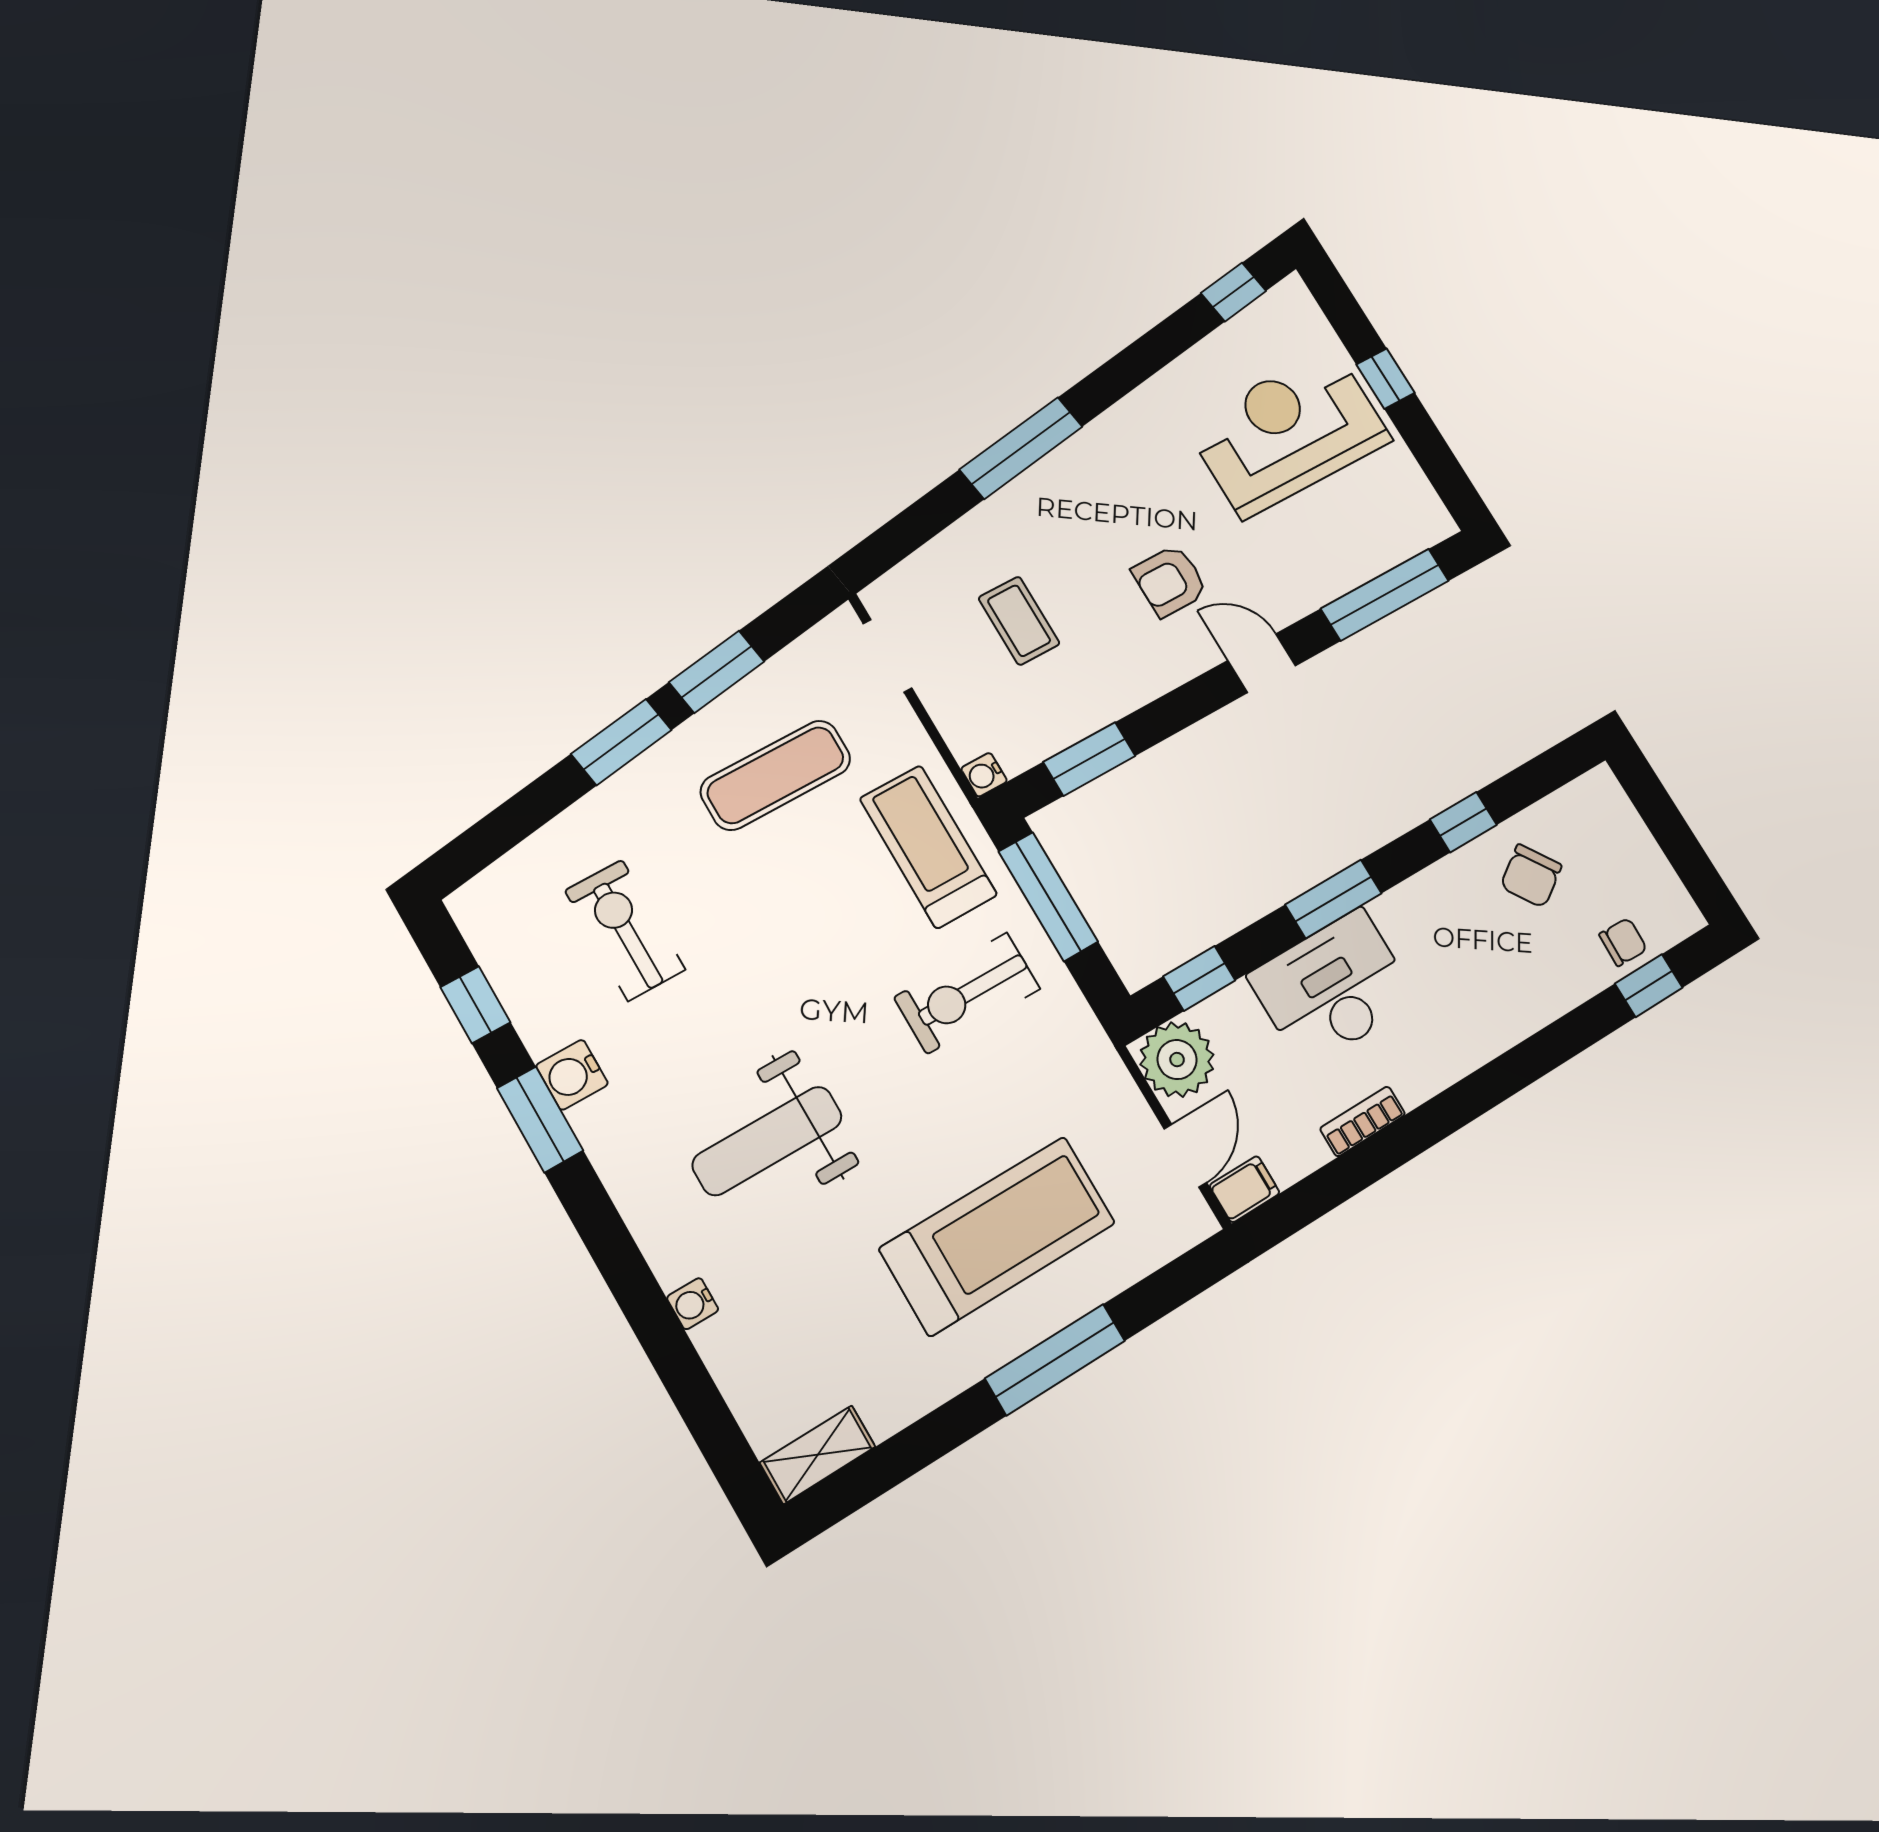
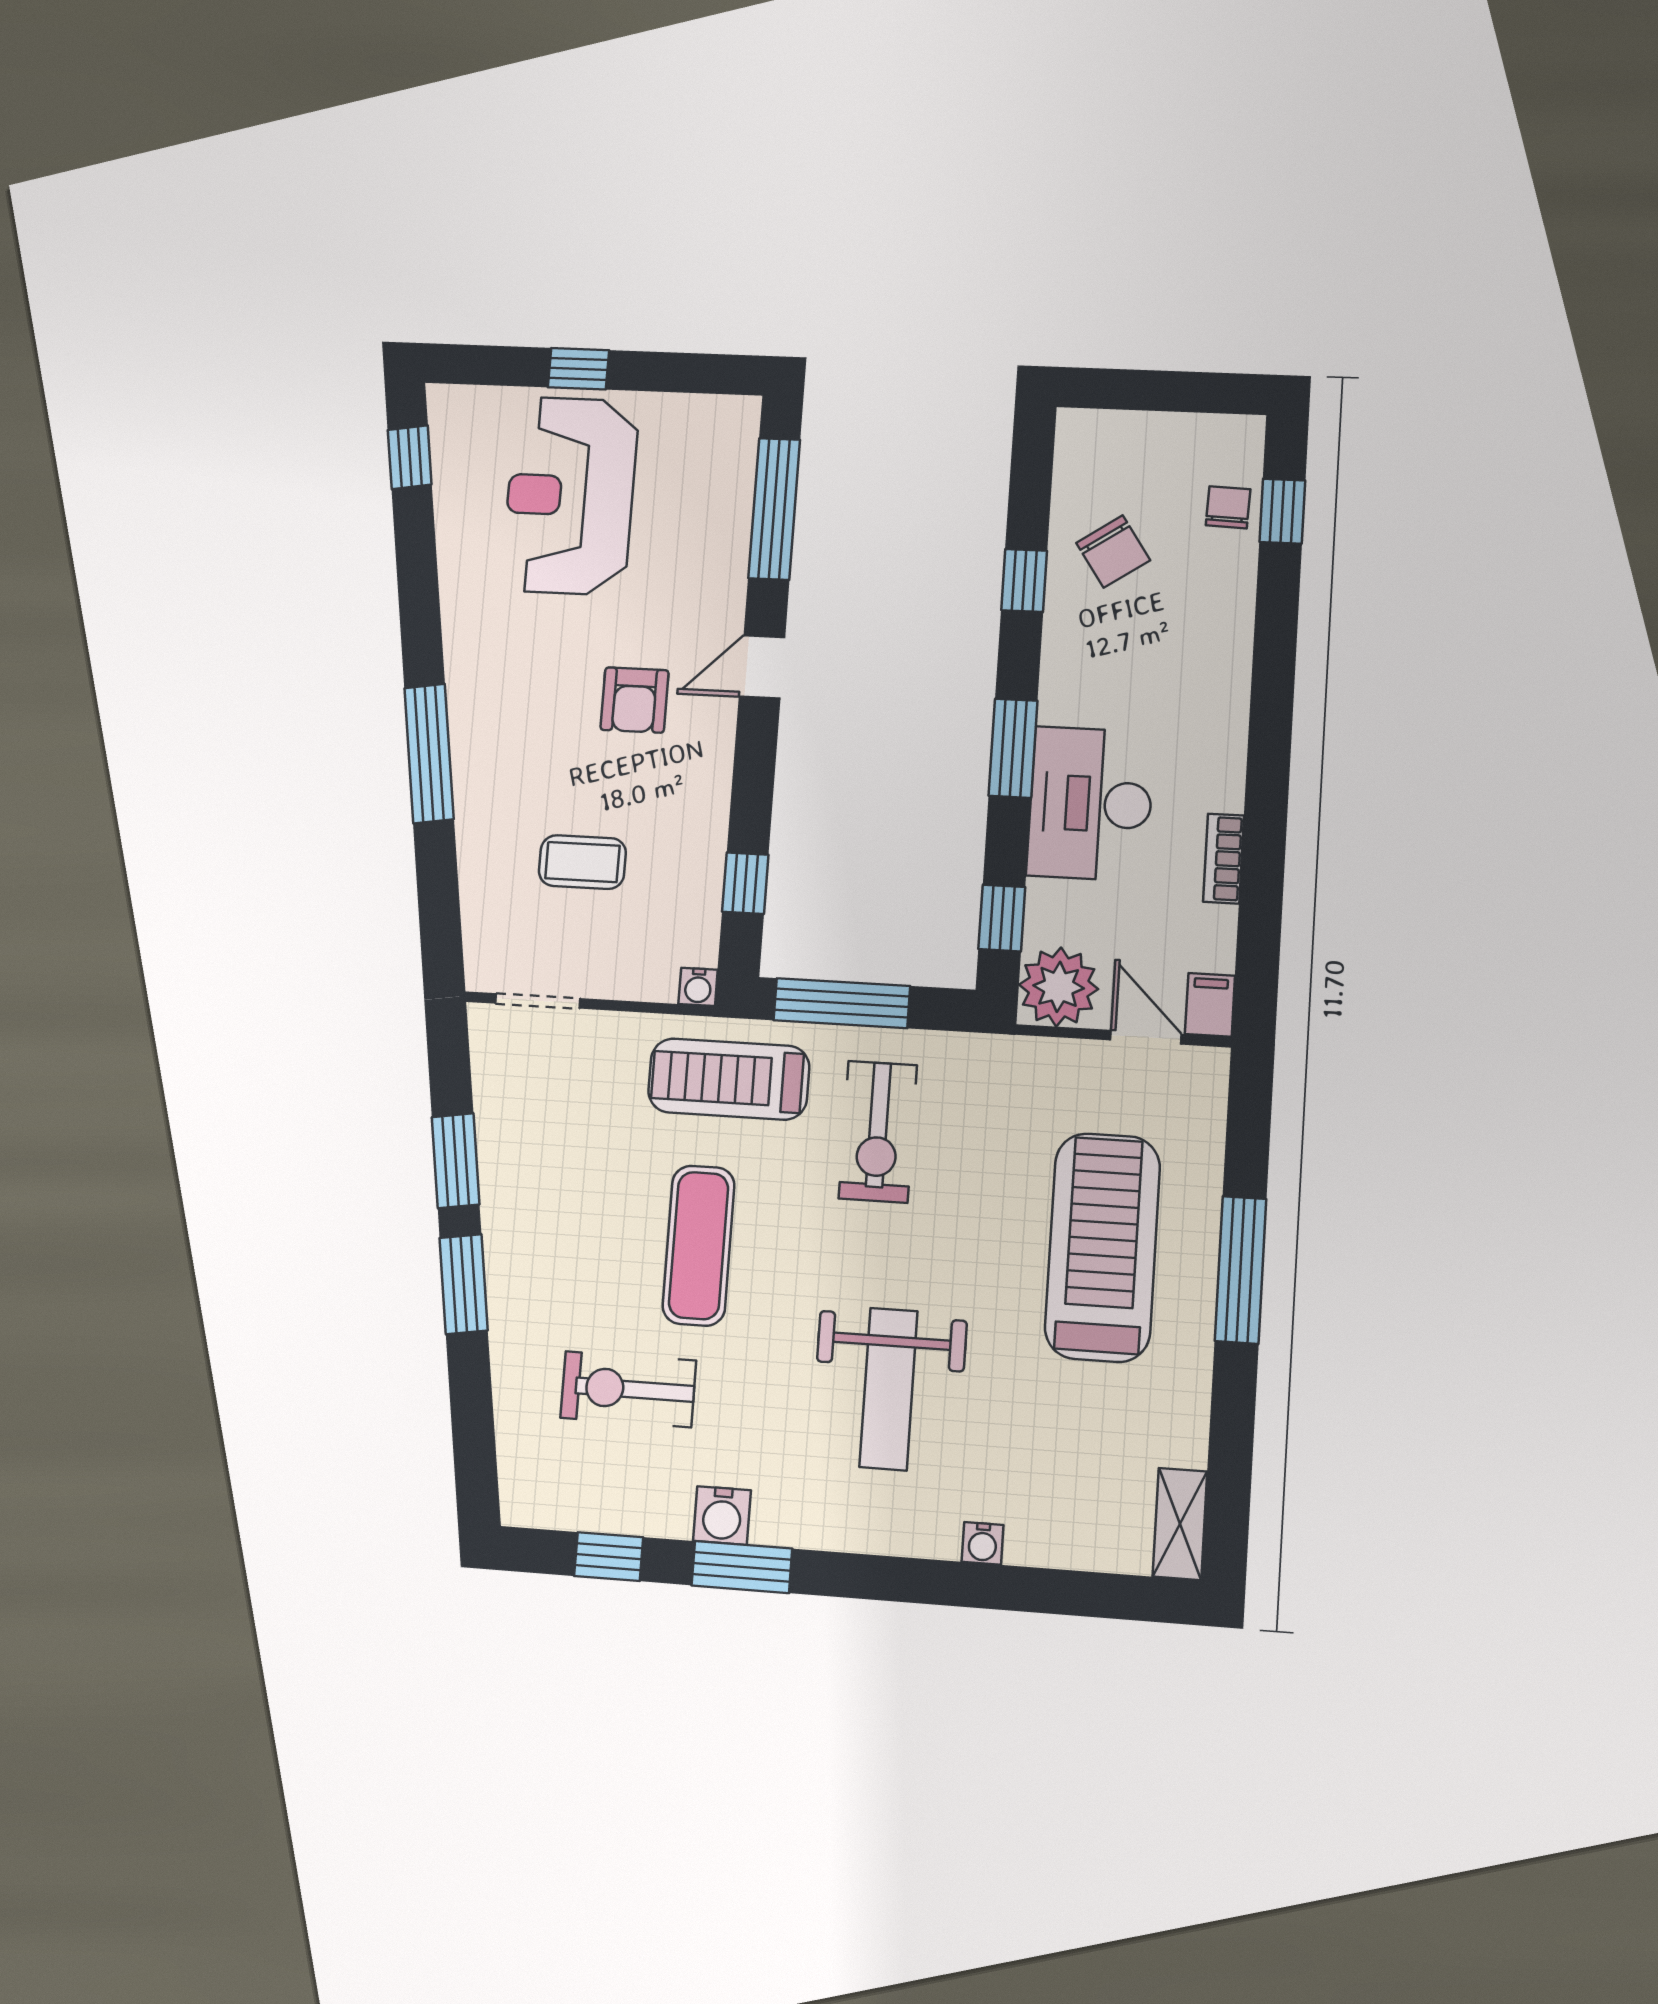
window: (1089, 759) -> (745, 883), width x0.67
exercise mat: (776, 775) -> (699, 1246), moved

